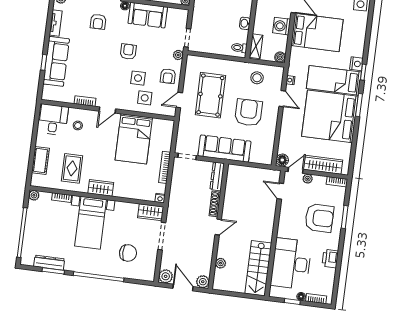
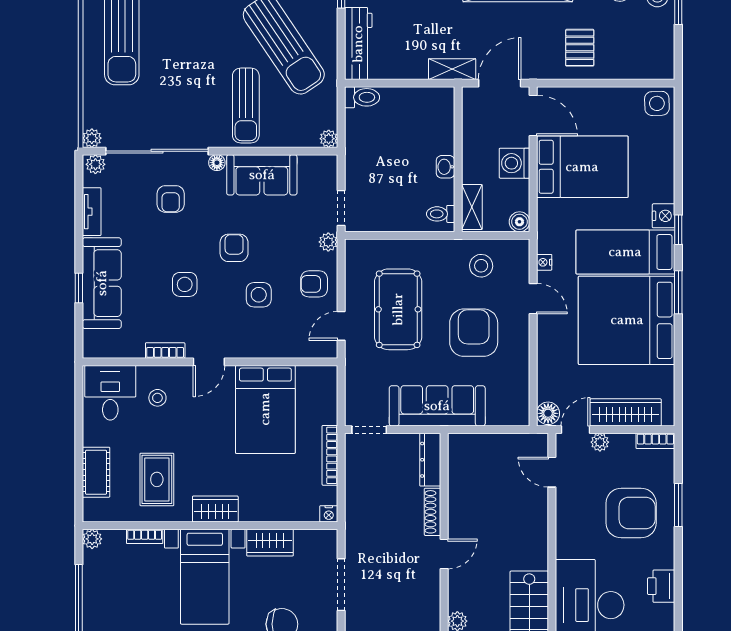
armchair: (168, 76) -> (314, 284), turned 90
side table: (145, 98) -> (185, 284), moved
wardrobe: (151, 212) -> (270, 543), moved

